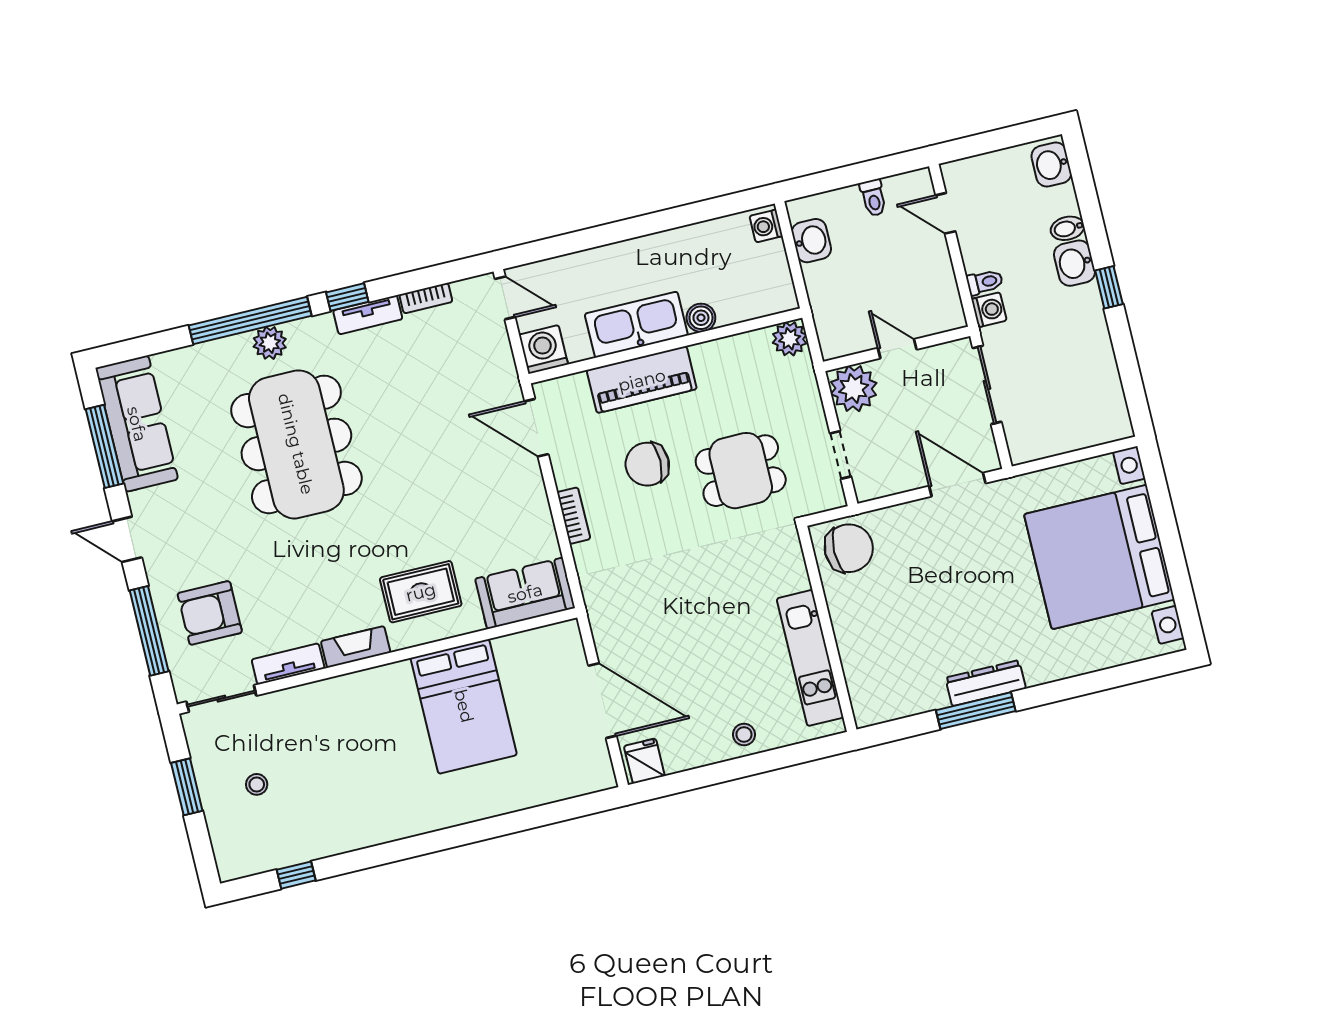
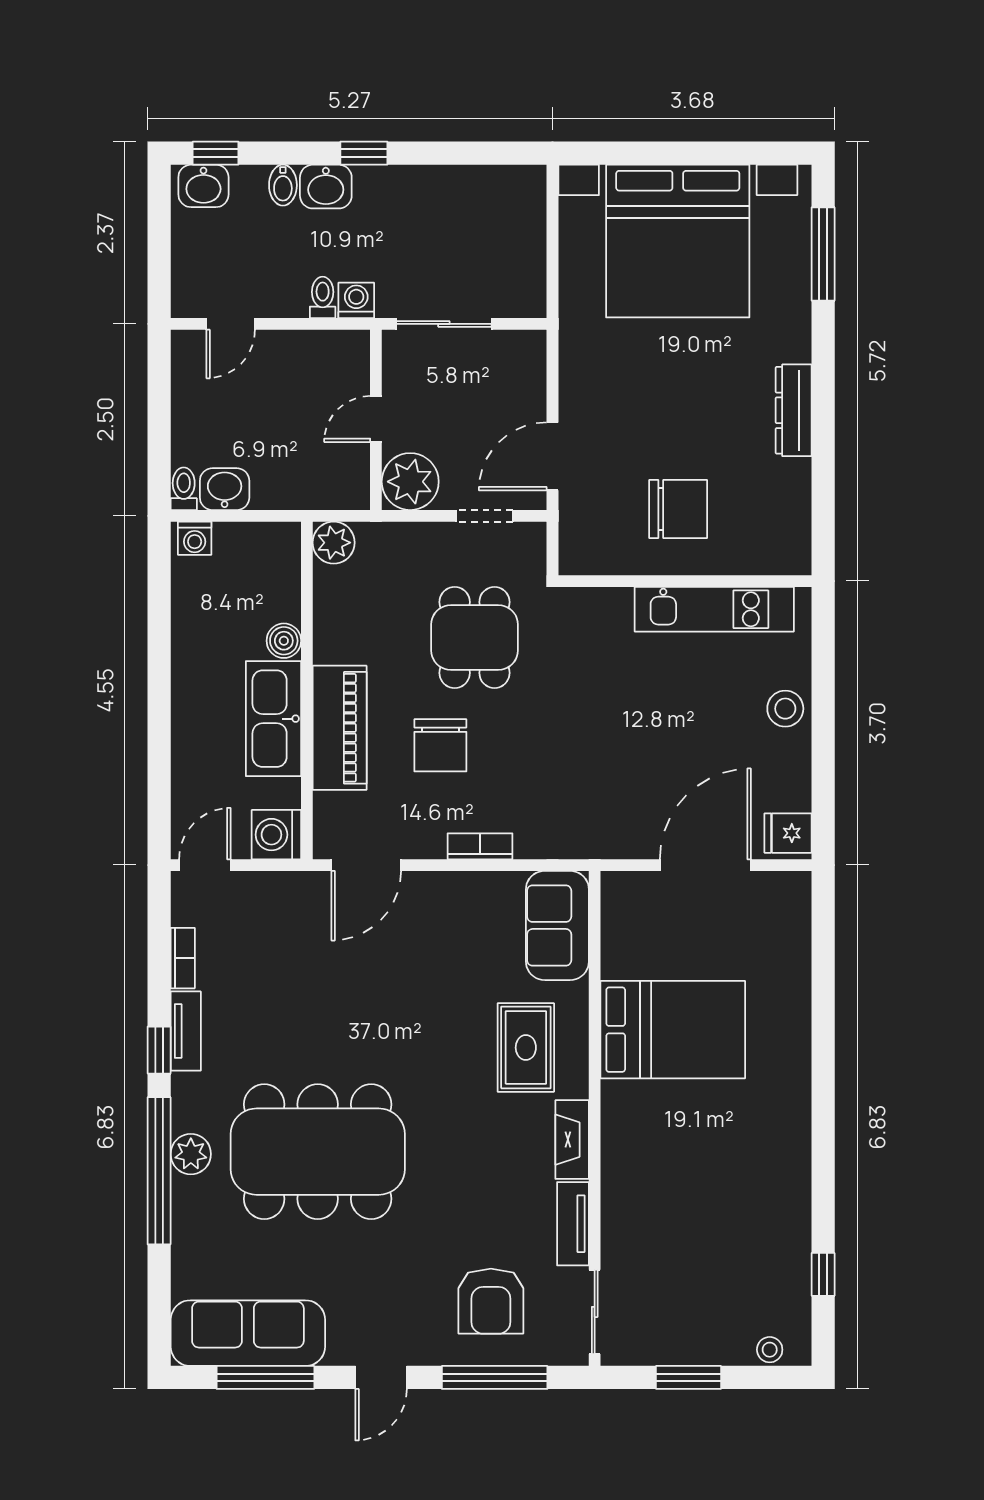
window: (1080, 168) -> (216, 153), added
toilet: (873, 198) -> (184, 489), moved, turned -90
door: (957, 485) -> (552, 456), moved
chair: (849, 548) -> (678, 509), moved, turned 90
window: (976, 711) -> (823, 254), moved
stool: (744, 735) -> (785, 709), width x1.37, depth x1.37
stool: (257, 784) -> (770, 1350), moved

